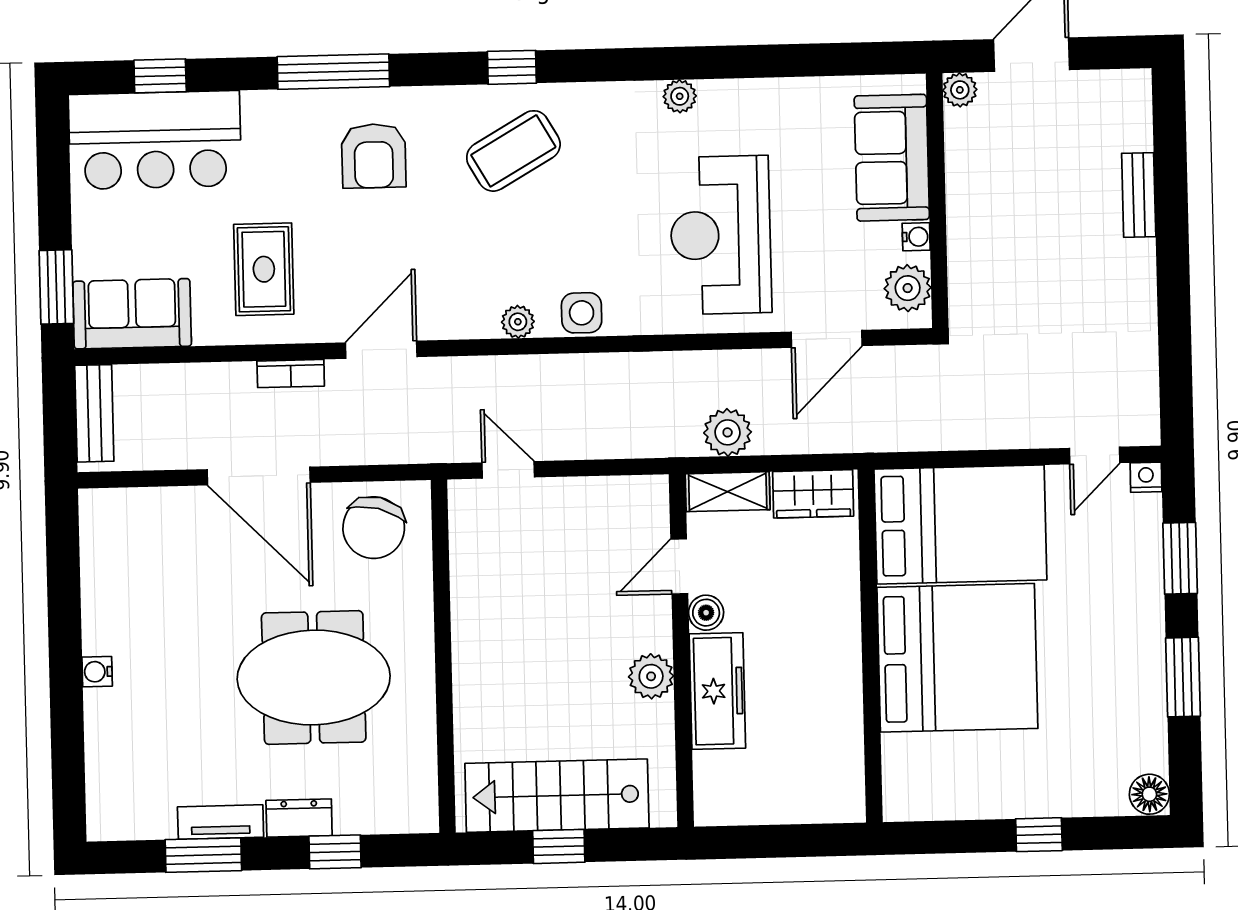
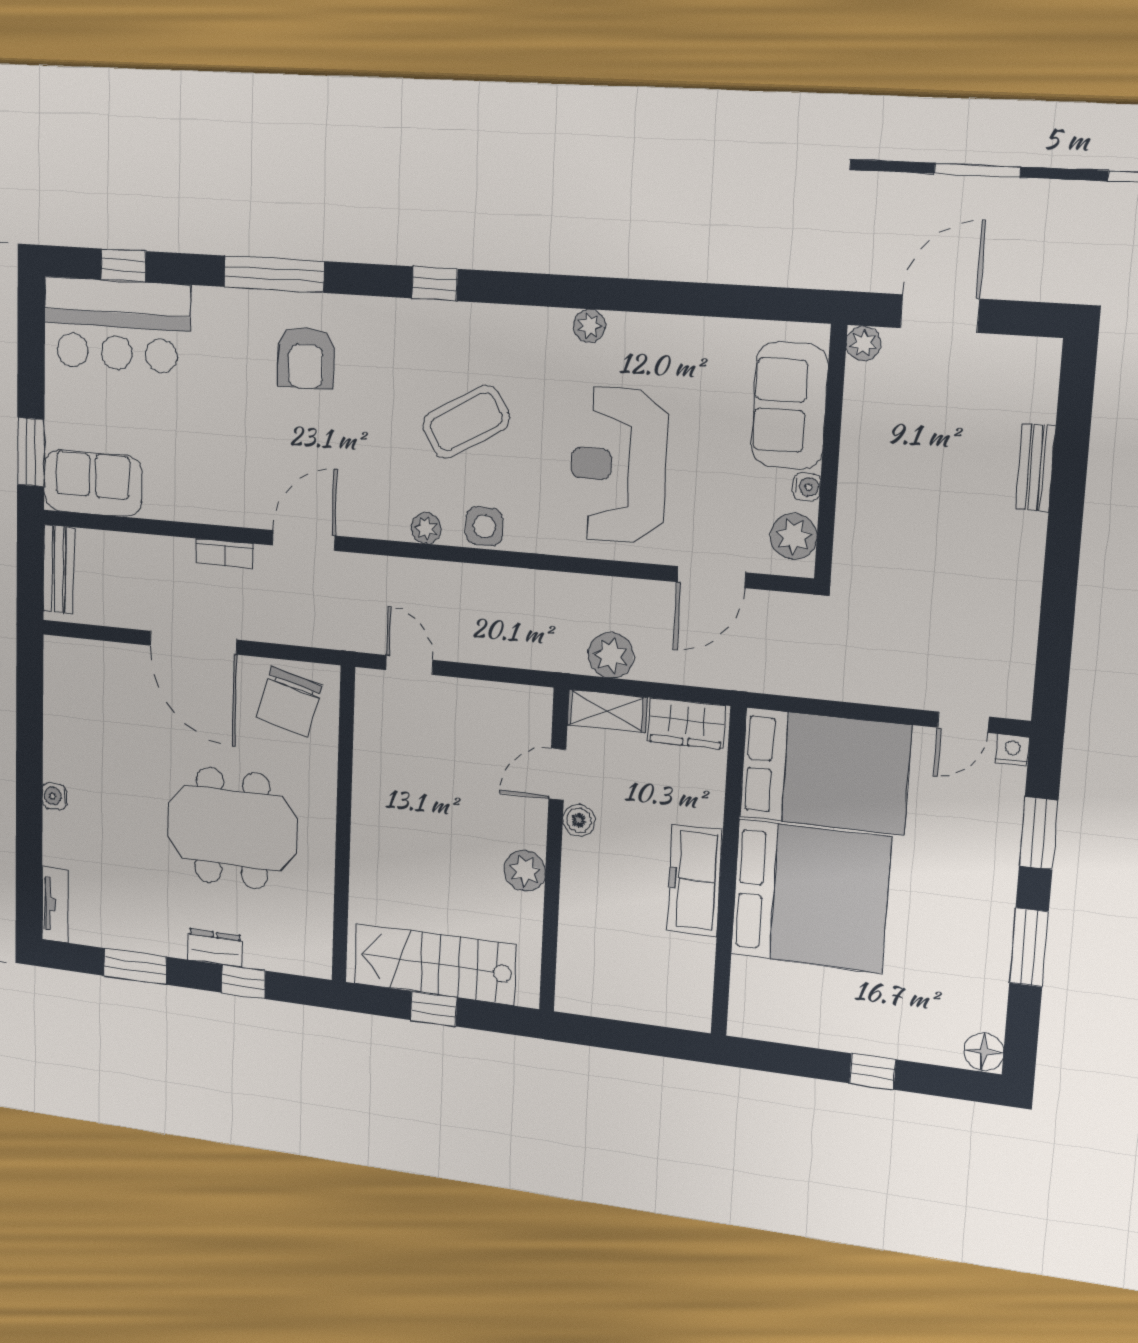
coffee table: (513, 151) -> (466, 422), moved
rug: (264, 269) -> (205, 455), removed
freezer: (717, 691) -> (695, 880), moved, turned 180
tv unit: (221, 822) -> (55, 905), moved, turned 90

